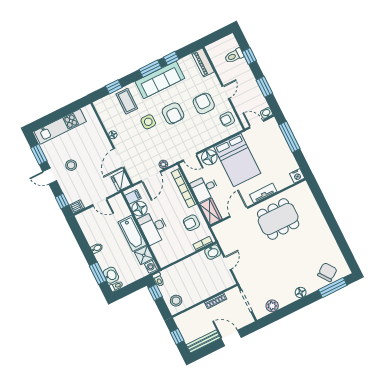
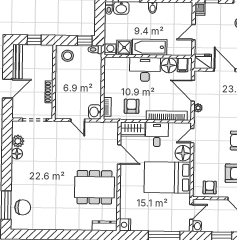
tv unit: (263, 193) -> (125, 186), removed
dresser: (307, 193) -> (105, 226), added
dining table: (278, 219) -> (94, 187), turned 90
chair: (327, 272) -> (23, 207), turned -54
floor lamp: (301, 293) -> (17, 154), moved

